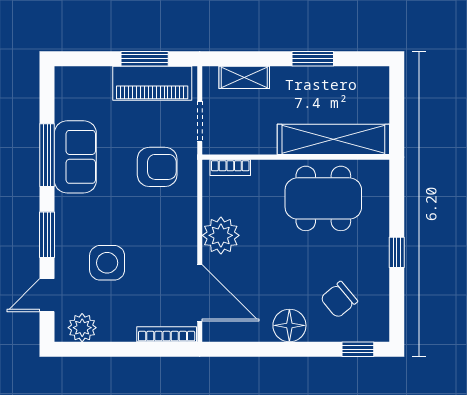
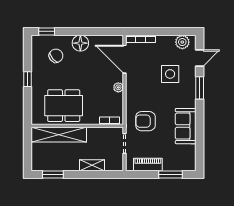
window: (145, 59) -> (171, 174), moved
window: (313, 59) -> (53, 174), moved
shelving: (244, 77) -> (92, 165), moved
piano: (152, 83) -> (148, 164), width x0.73, depth x0.75
window: (47, 155) -> (200, 127), removed
plant: (221, 235) -> (118, 87), width x0.53, depth x0.53

